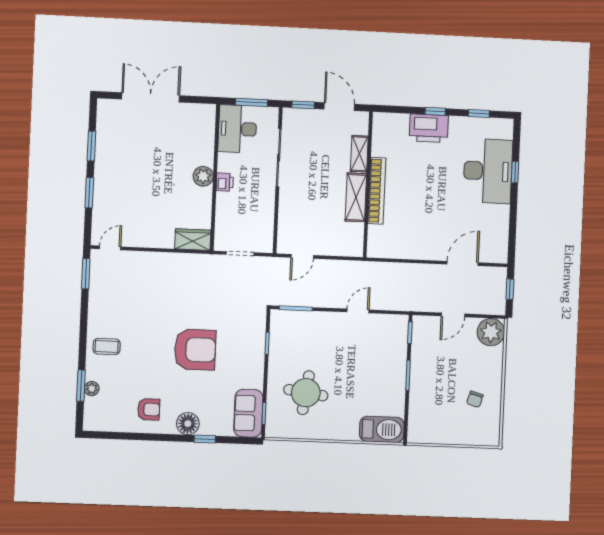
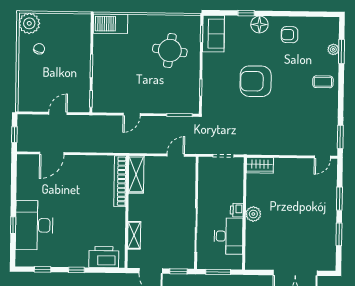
printer: (429, 128) -> (104, 257), moved
desk: (237, 129) -> (228, 236), moved
bookcase: (377, 191) -> (120, 181), moved
shelving: (356, 197) -> (136, 174), moved
plant: (491, 332) -> (29, 23), moved

